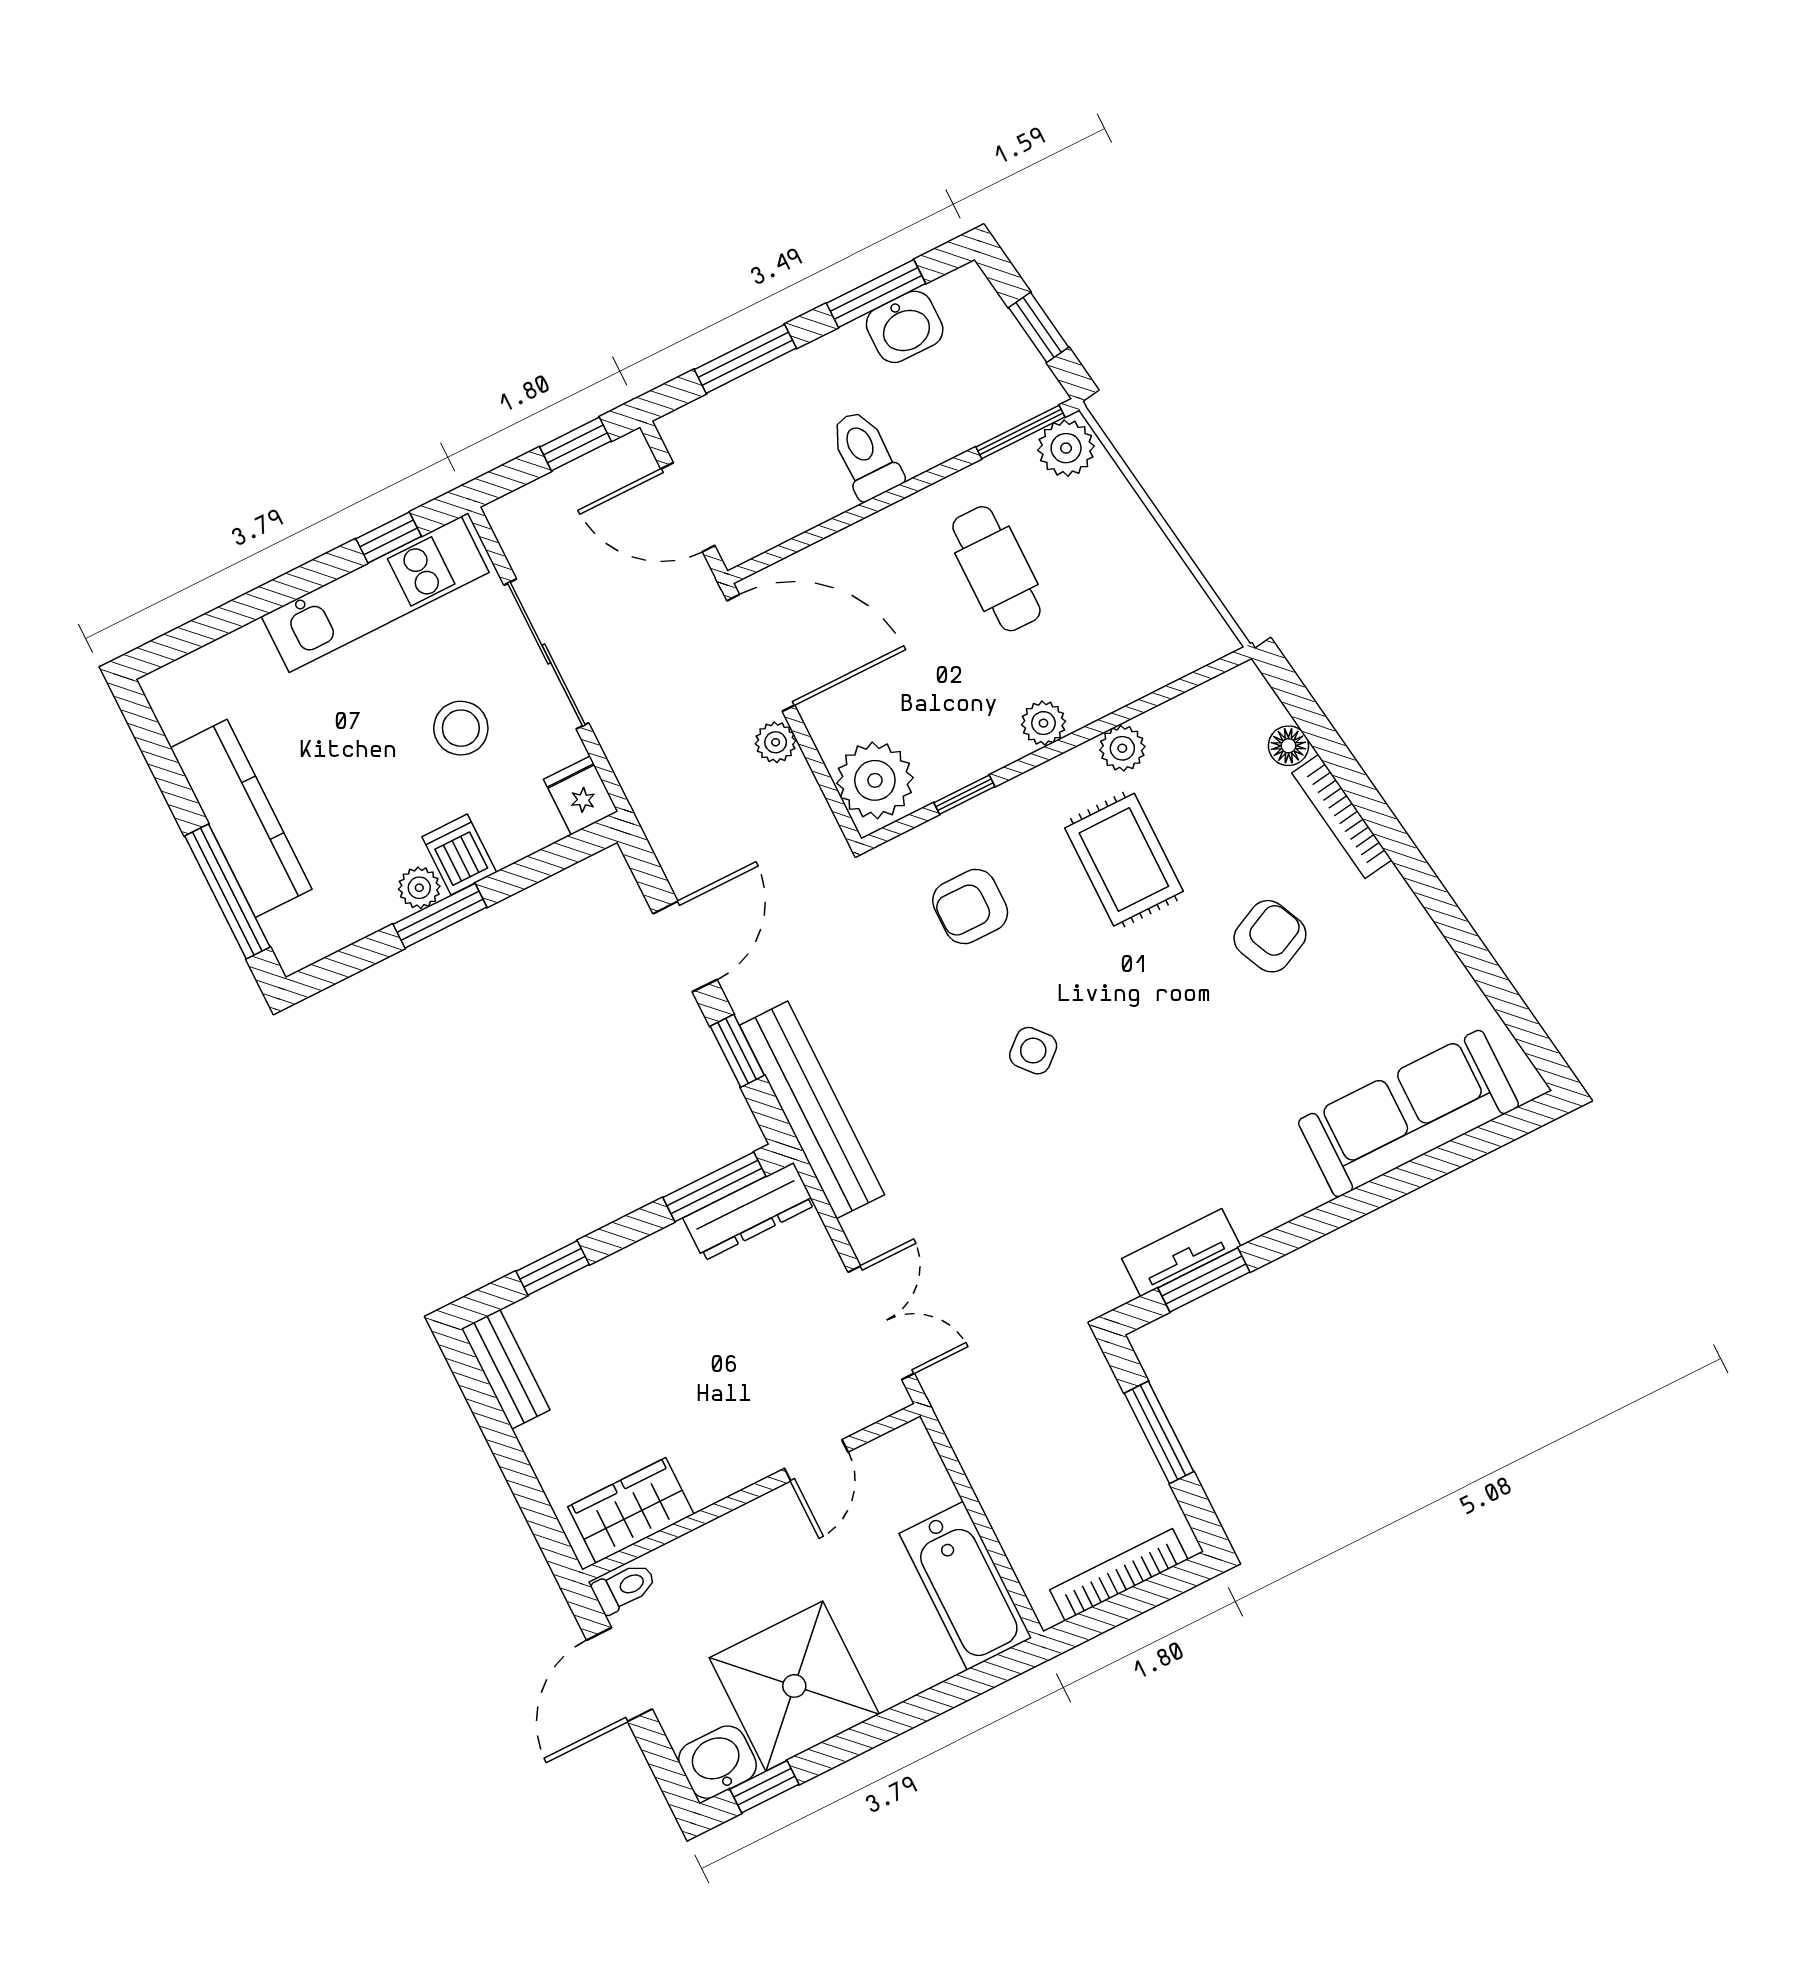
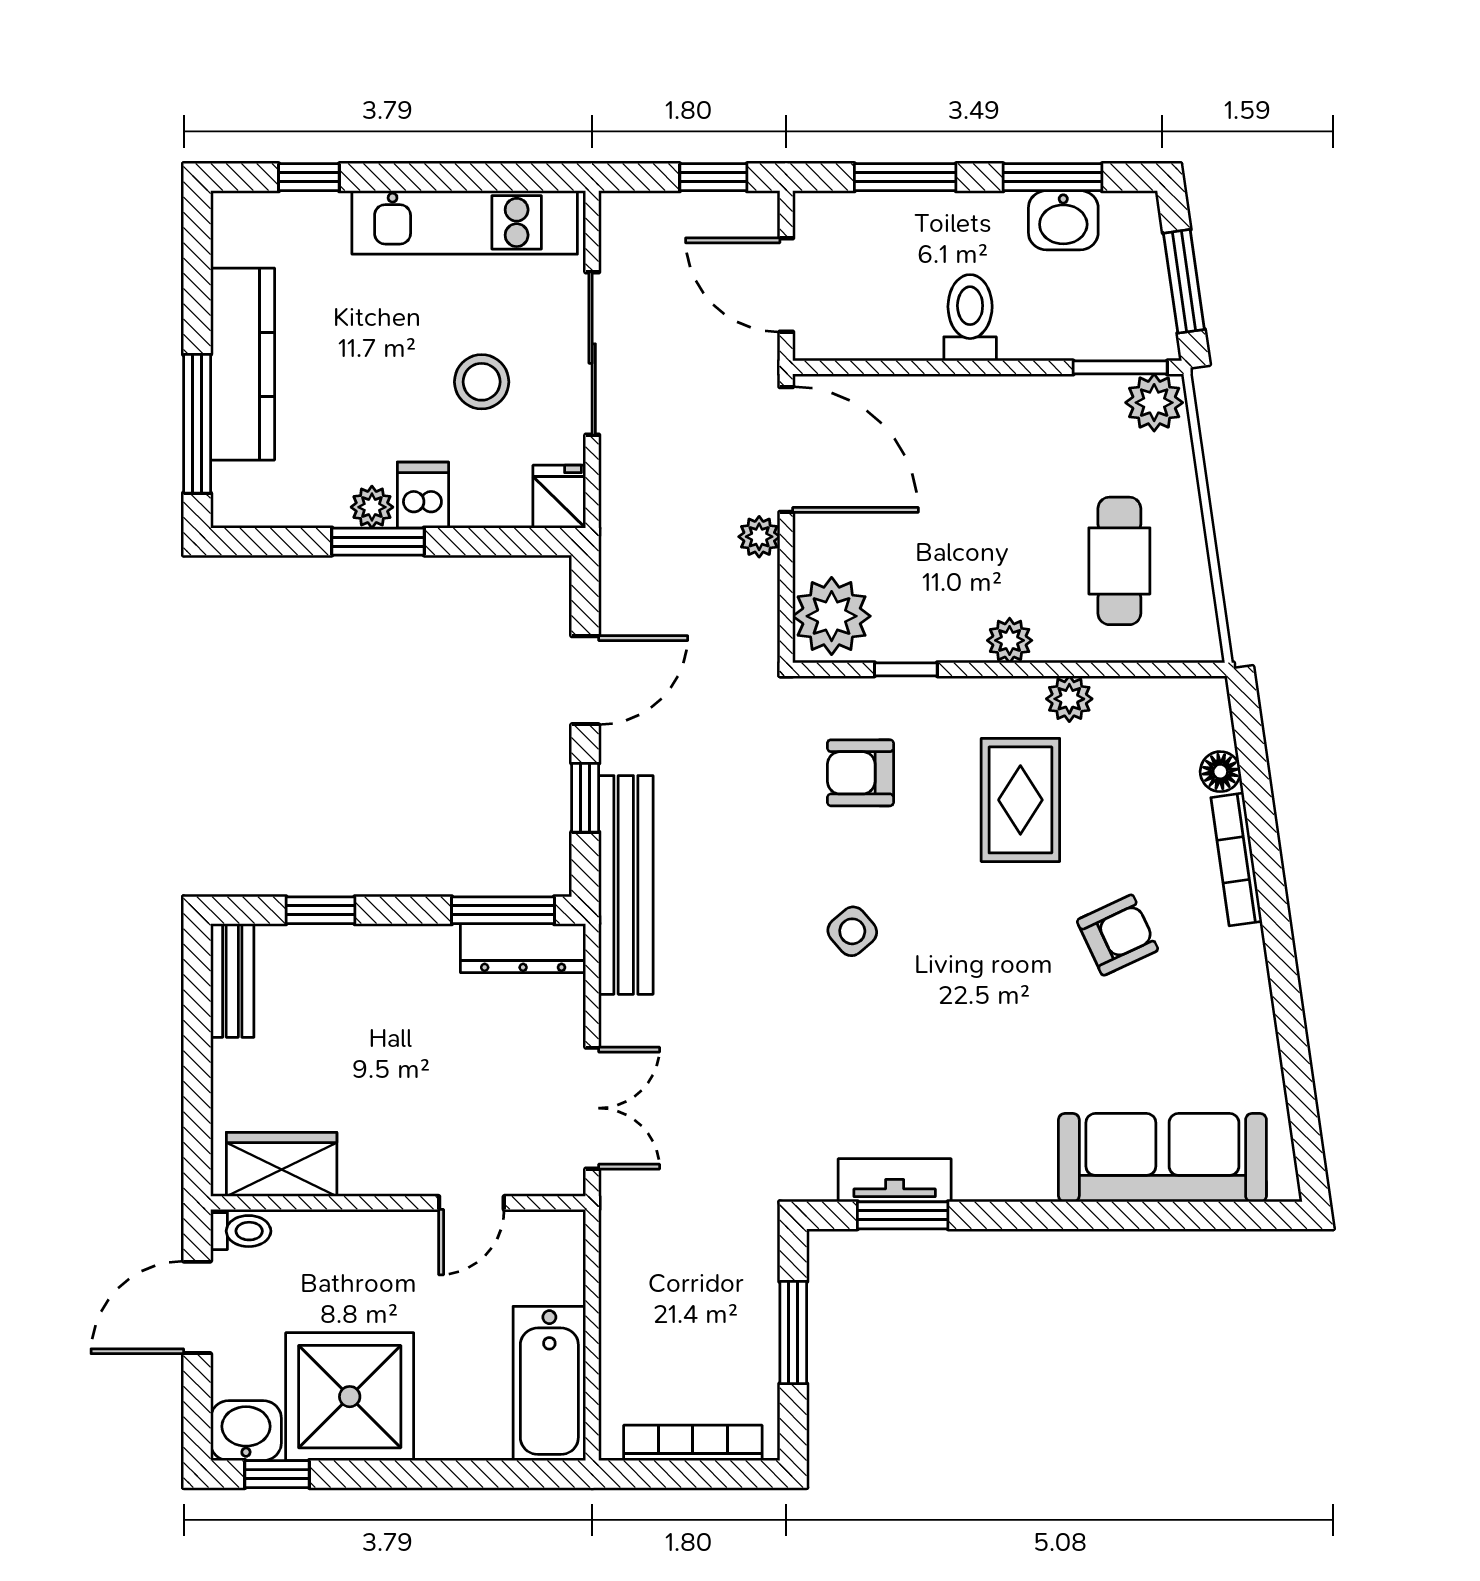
window: (1039, 327) -> (1184, 281), width x1.50
window: (389, 538) -> (309, 177), moved
cafe table: (996, 569) -> (1119, 561), moved

